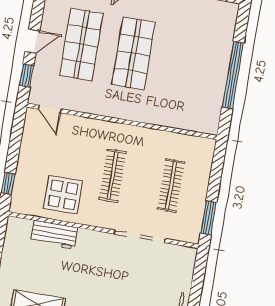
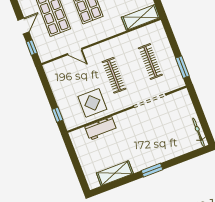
door: (50, 109) -> (75, 51), moved
shelving: (192, 121) -> (141, 17), added

